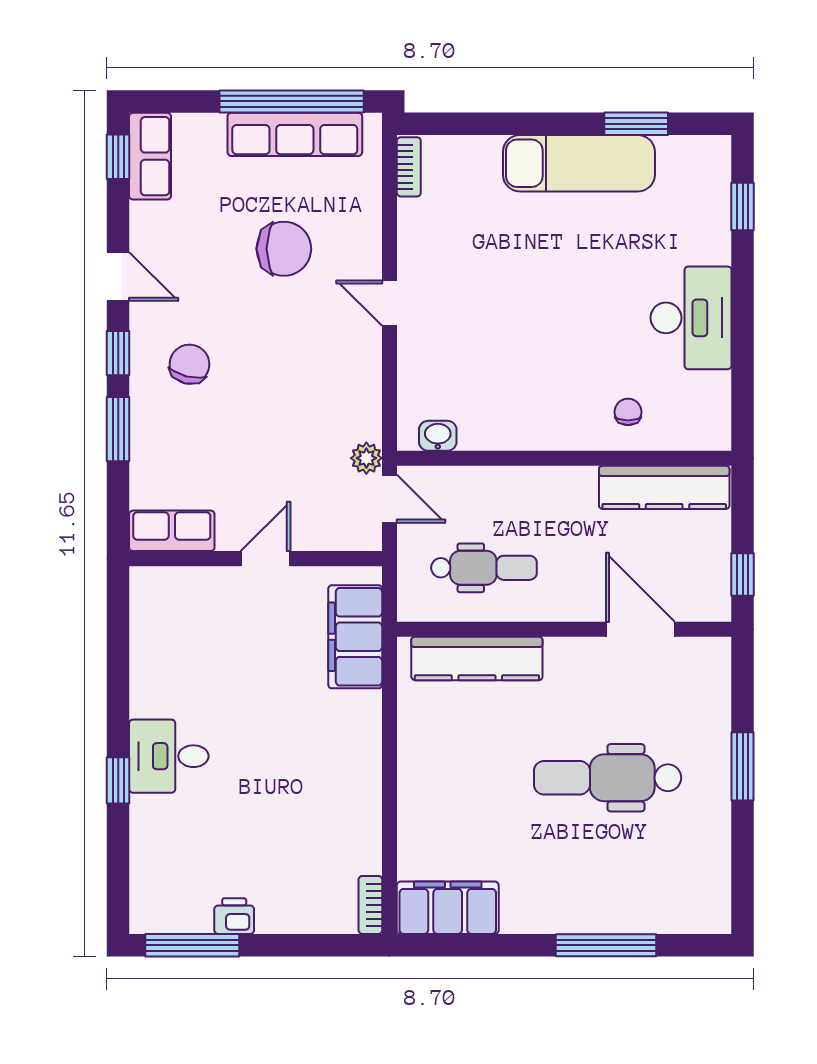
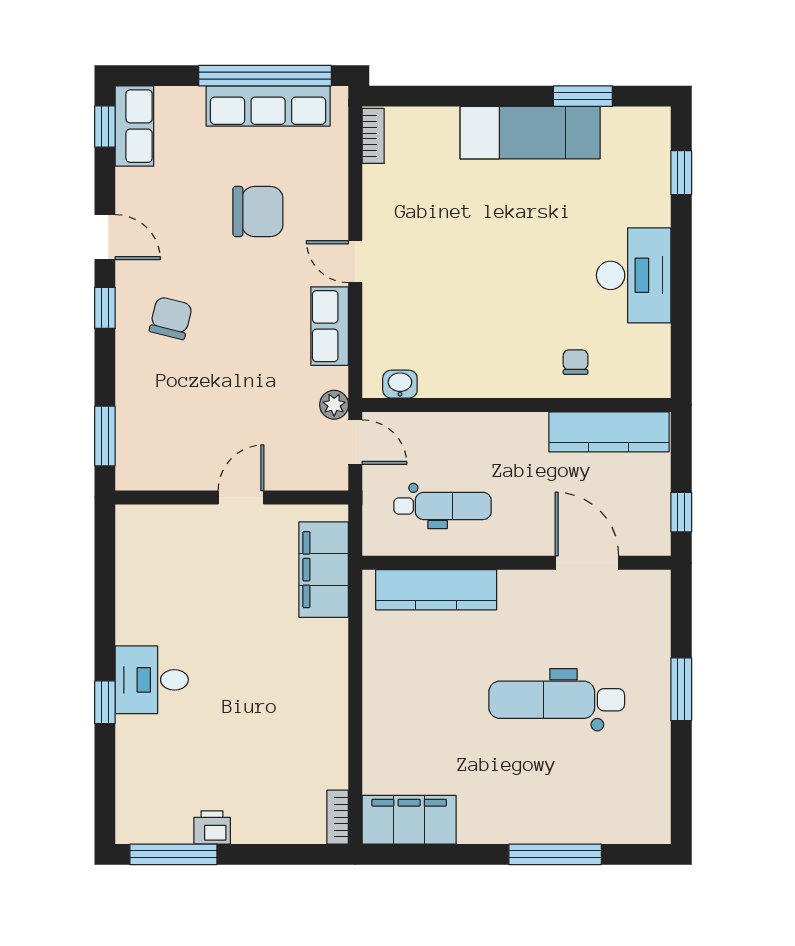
window: (118, 429) -> (105, 436), moved
row of seats: (172, 531) -> (330, 326), moved, turned -90

